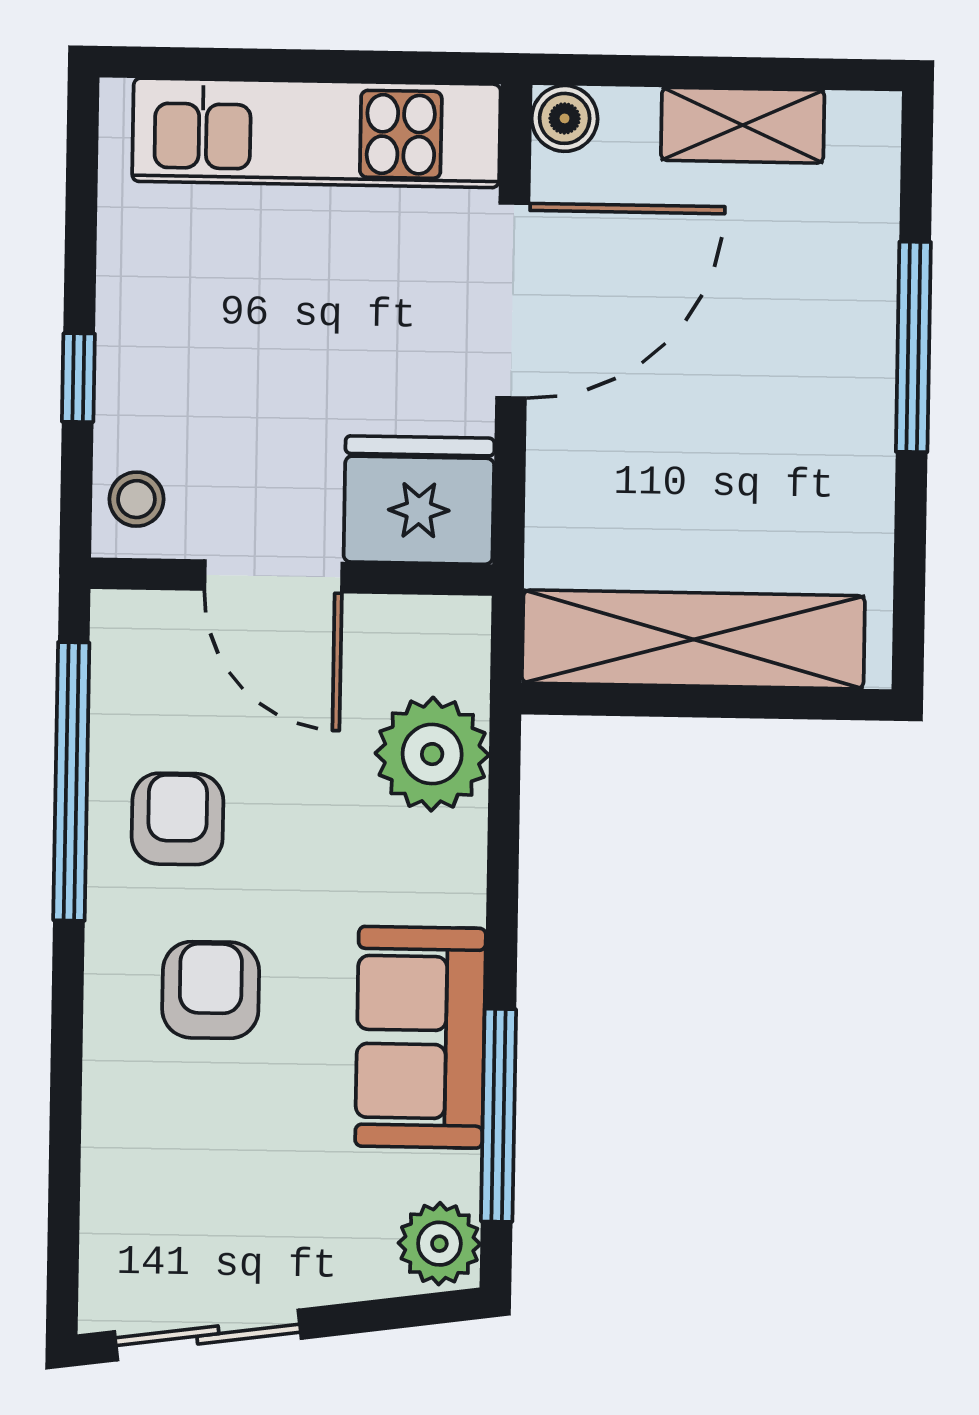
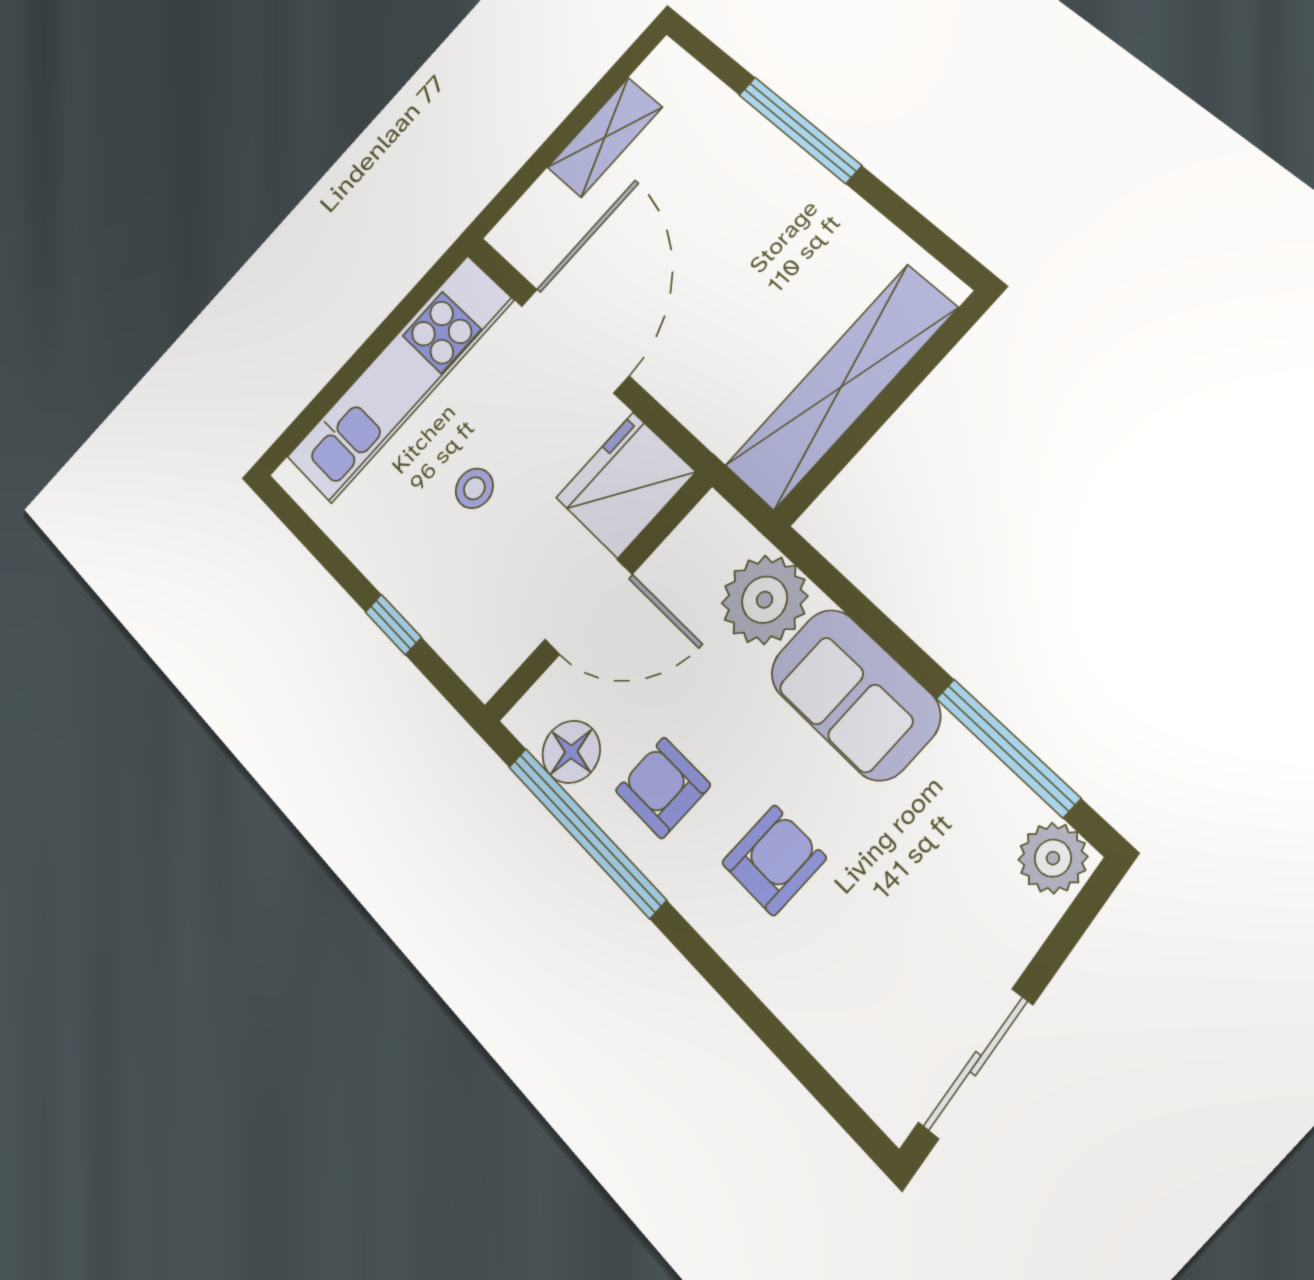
boiler: (565, 118) -> (514, 234), removed
stool: (136, 499) -> (474, 488), moved
floor lamp: (128, 693) -> (571, 752), added
armchair: (211, 990) -> (774, 860), turned 90
sofa: (421, 1037) -> (855, 694), moved

